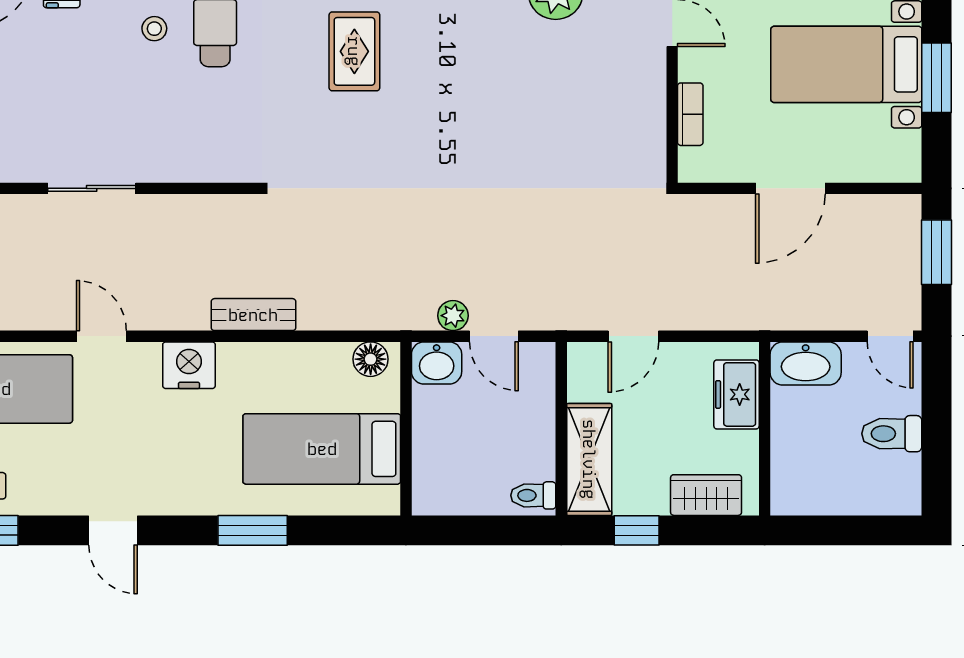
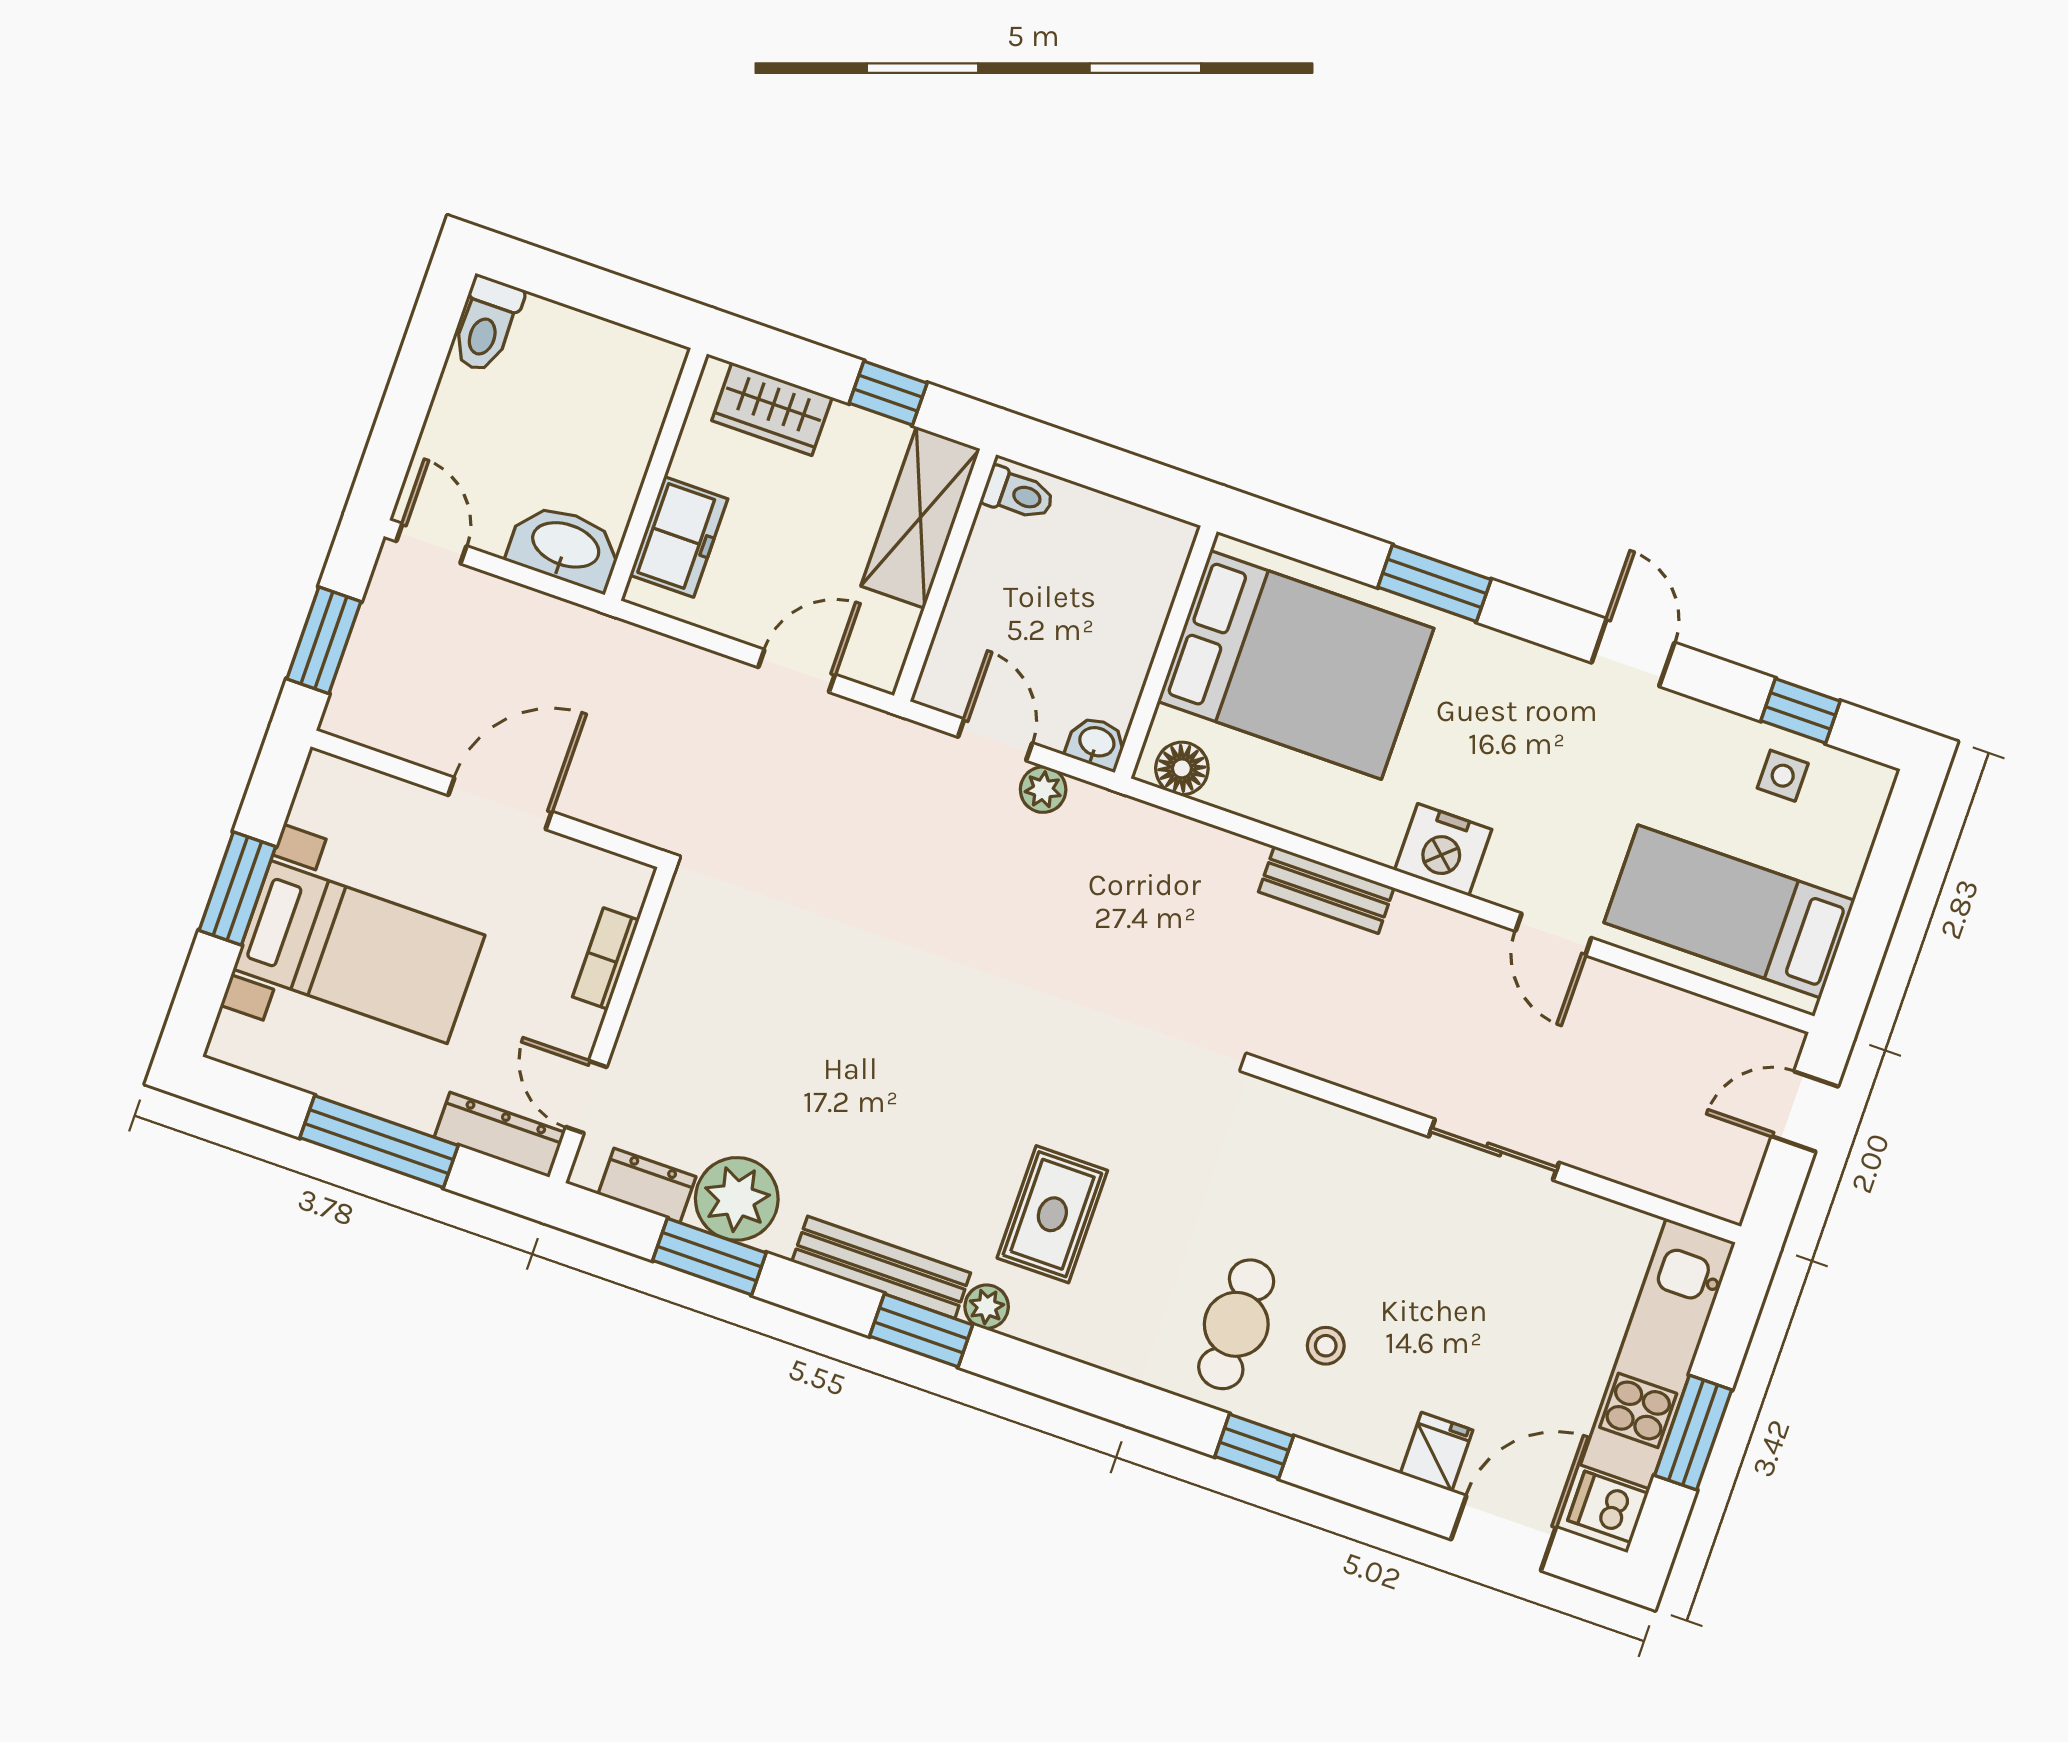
washbasin: (437, 363) -> (1096, 743), width x0.72, depth x0.69
toilet: (892, 434) -> (486, 325), moved, turned 90
bed: (322, 449) -> (1296, 665), width x1.50

